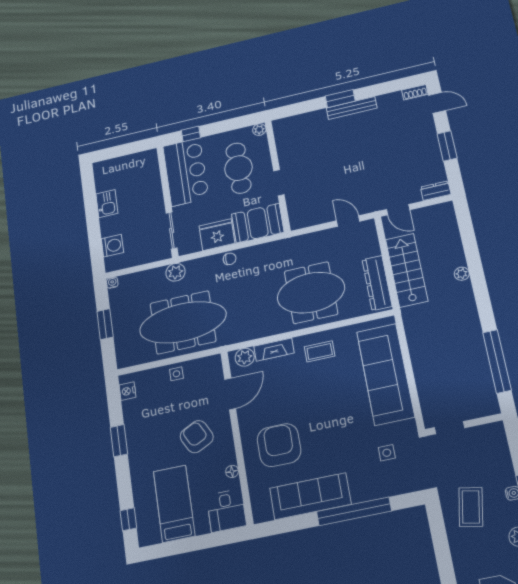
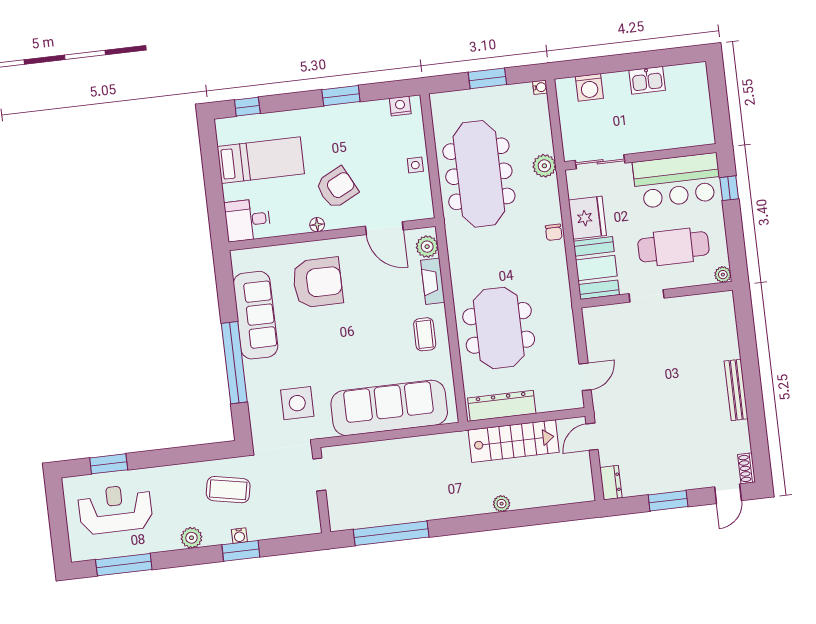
window: (340, 99) -> (751, 377), removed
side table: (387, 453) -> (297, 403), width x1.87, depth x1.87
floor lamp: (232, 471) -> (317, 225), moved

